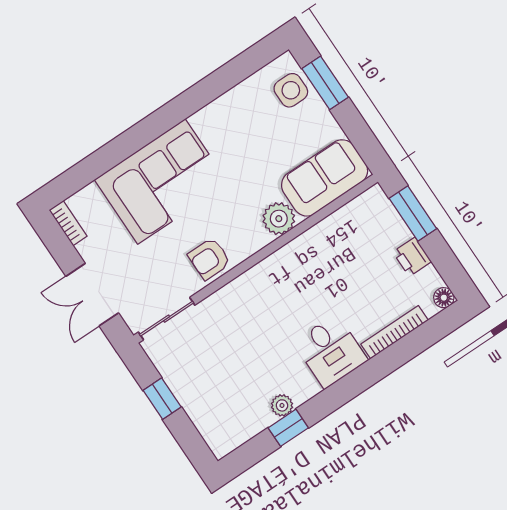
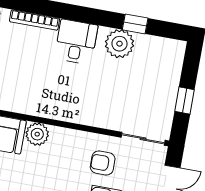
armchair: (209, 259) -> (103, 163), moved, turned 180
plant: (282, 405) -> (119, 44), width x1.88, depth x1.88

